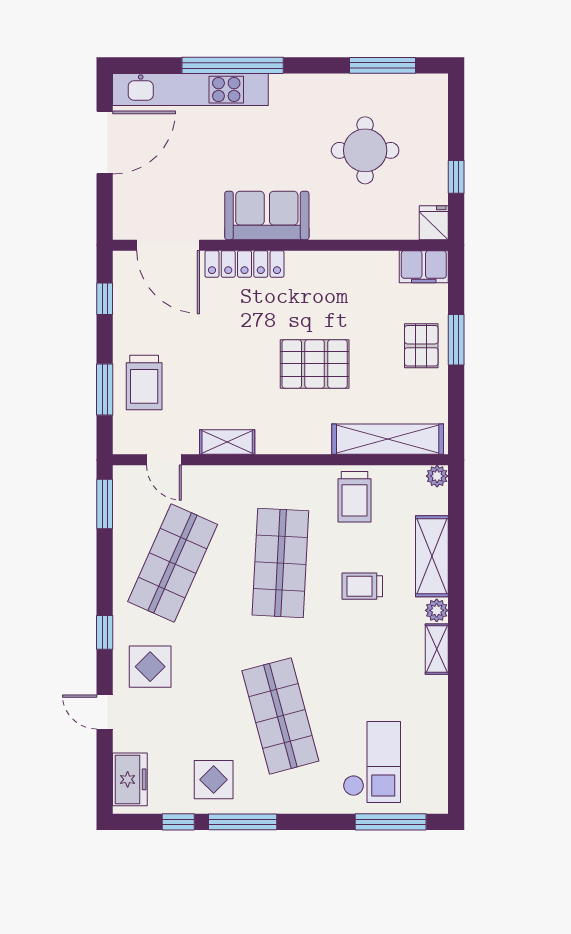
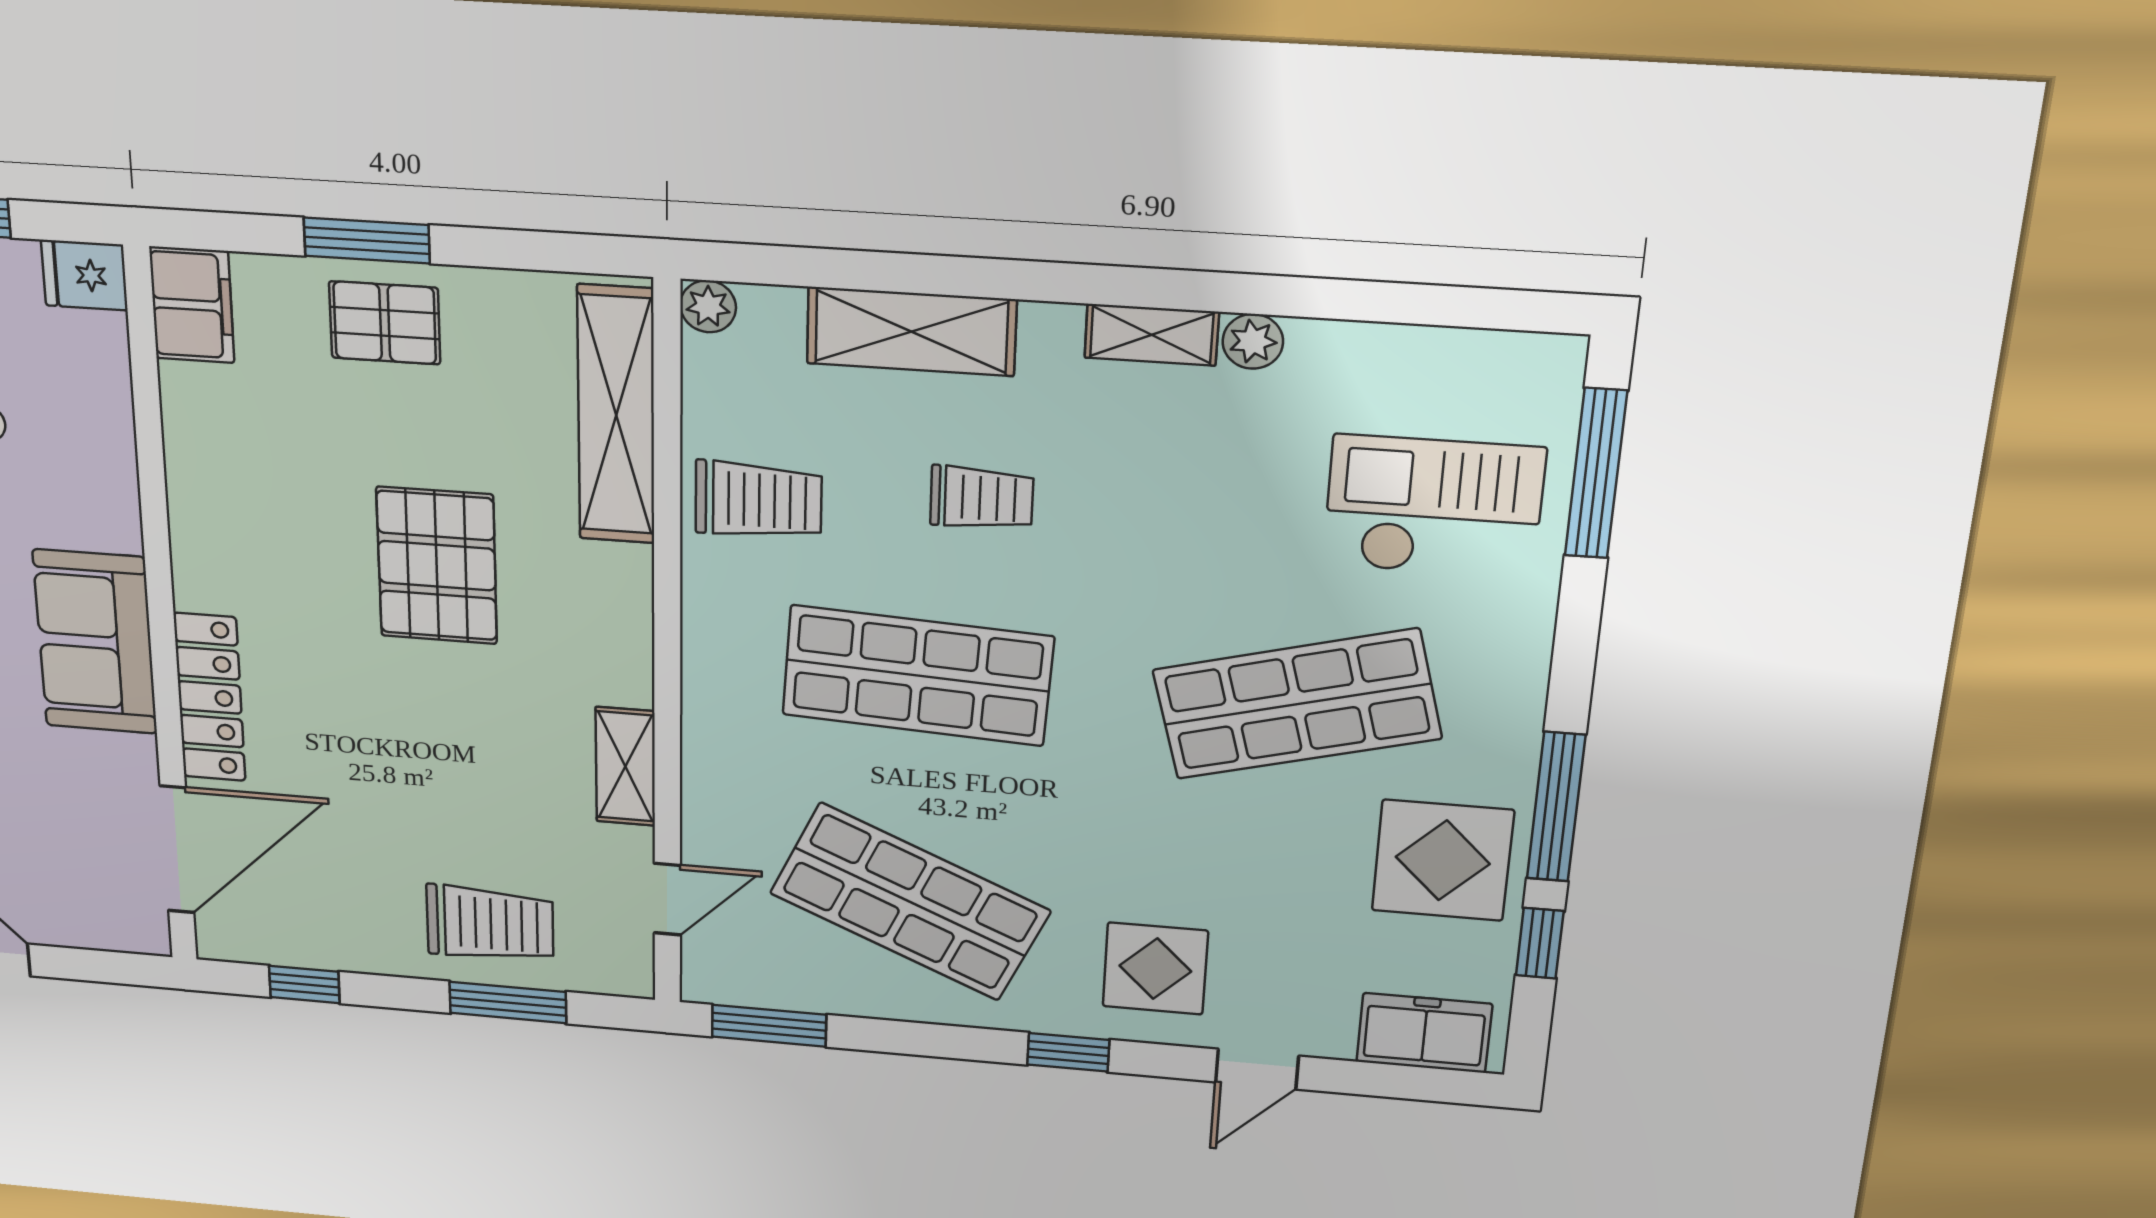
trolley: (362, 586) -> (982, 498), turned -90
plant: (437, 610) -> (1253, 341), moved
display table: (214, 780) -> (1443, 860), width x1.36, depth x1.36

